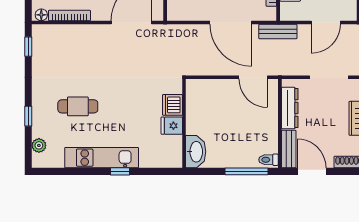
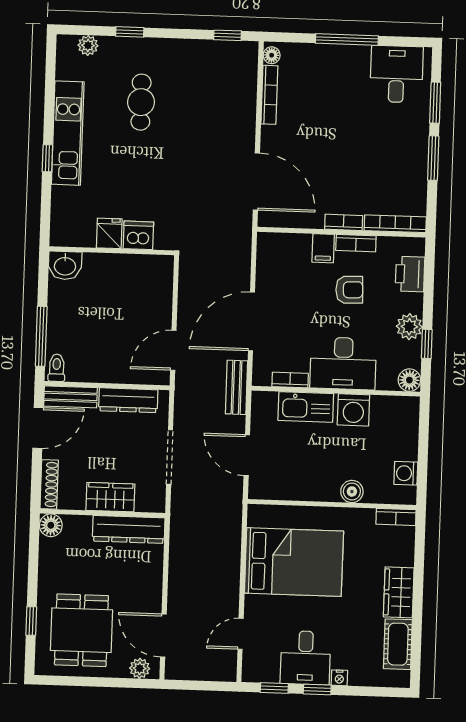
washbasin: (196, 152) -> (65, 265), width x0.72

